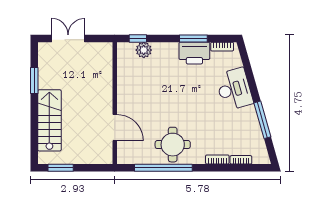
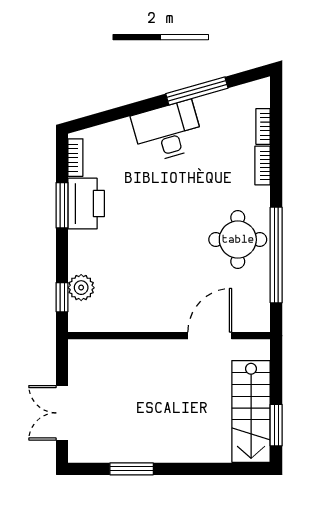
desk: (234, 89) -> (168, 132), moved
stairs: (49, 120) -> (251, 411), moved, turned -90

